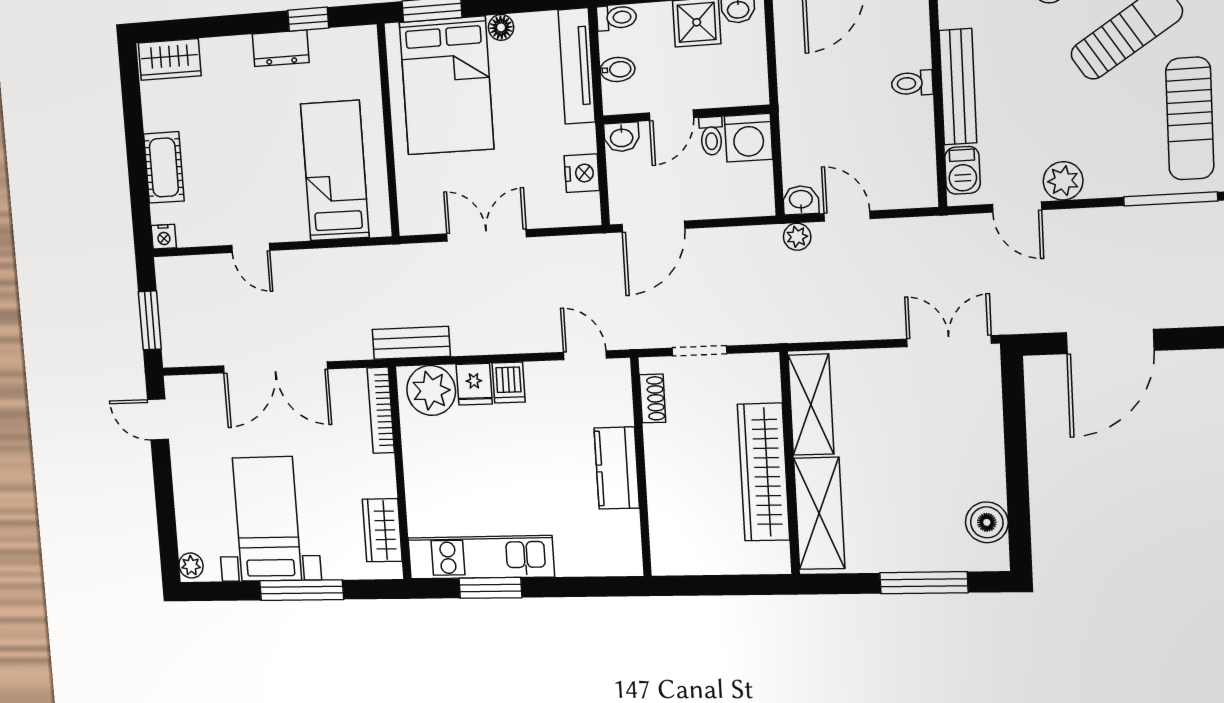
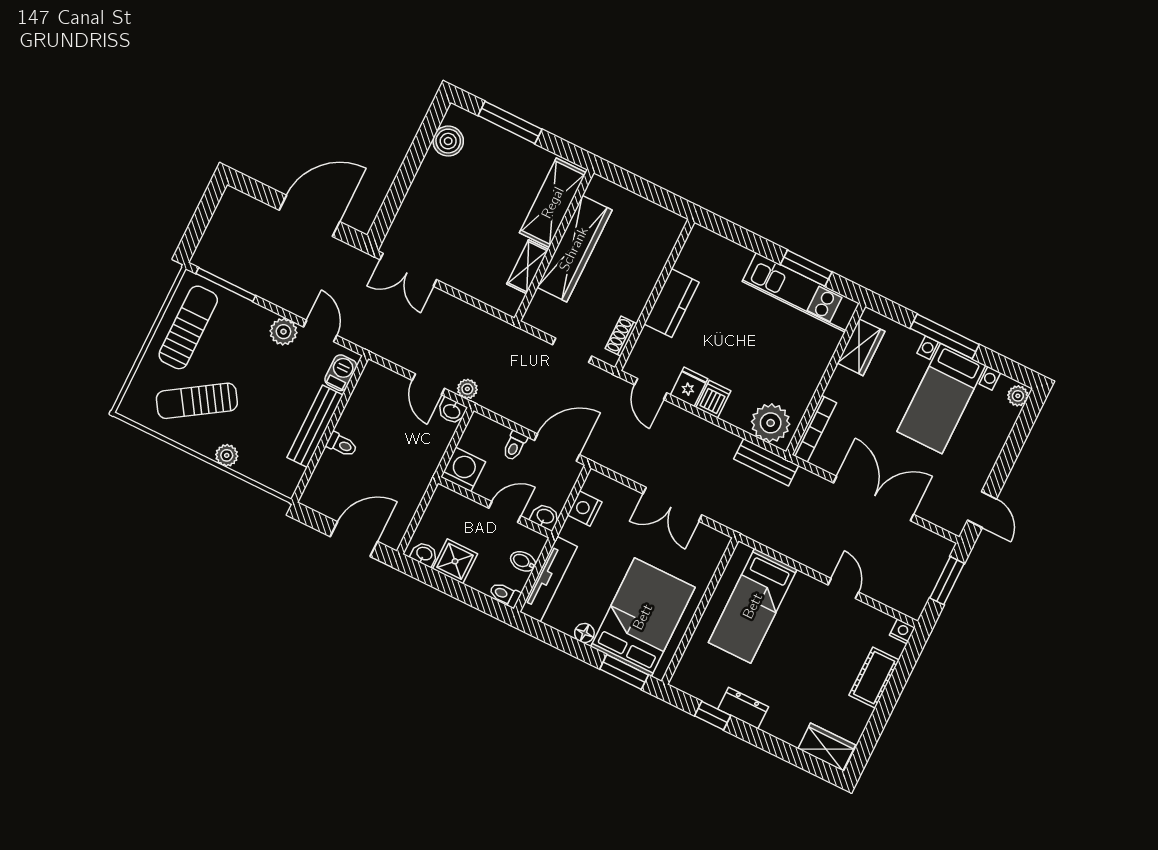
toilet: (711, 136) -> (515, 446), moved, turned 180
fridge: (474, 384) -> (689, 387), moved
shelving: (811, 405) -> (528, 267), width x0.67, depth x0.75

